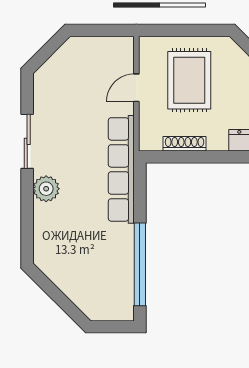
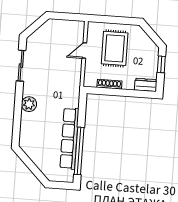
sliding door: (27, 141) -> (21, 66), moved
row of seats: (121, 169) -> (69, 138), moved

